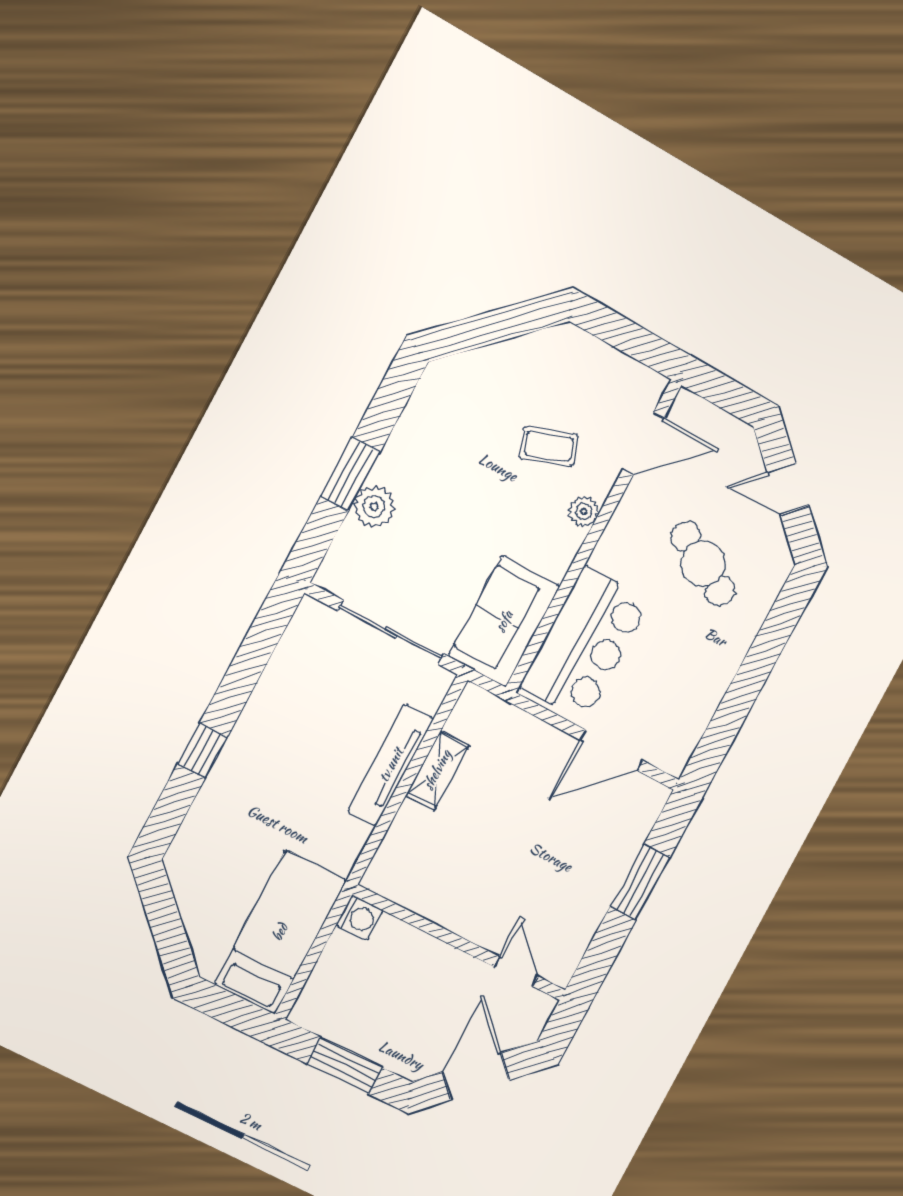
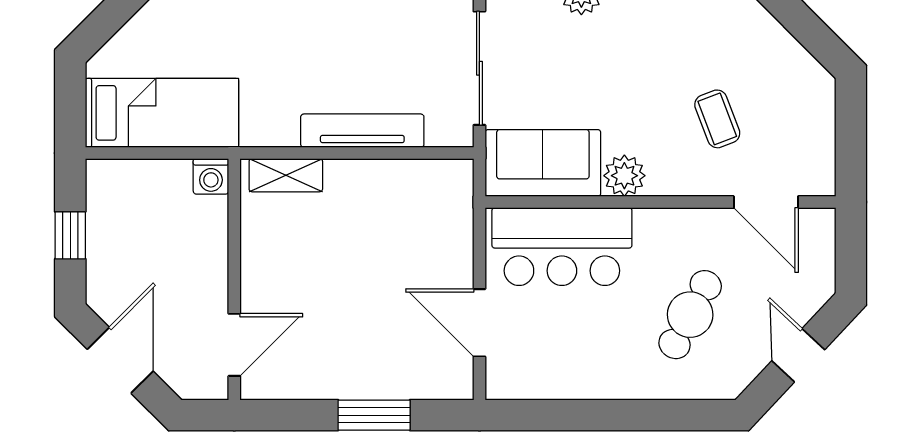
plant: (584, 511) -> (624, 176), moved, width x1.38, depth x1.38
shelving: (437, 770) -> (286, 175), moved
door: (516, 971) -> (234, 345), width x1.38
window: (345, 1066) -> (70, 235), width x0.67
door: (476, 1076) -> (120, 360), hinge flipped

